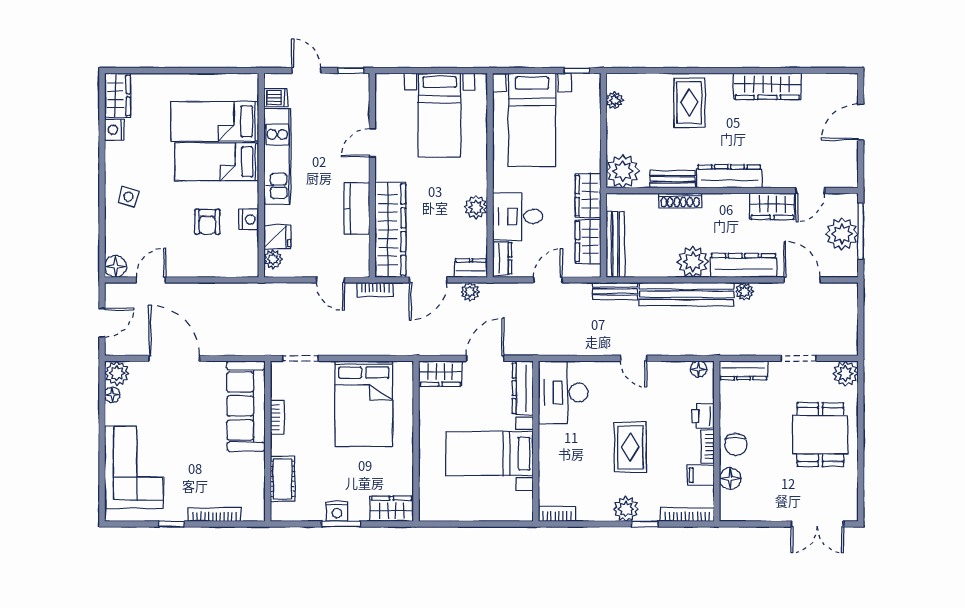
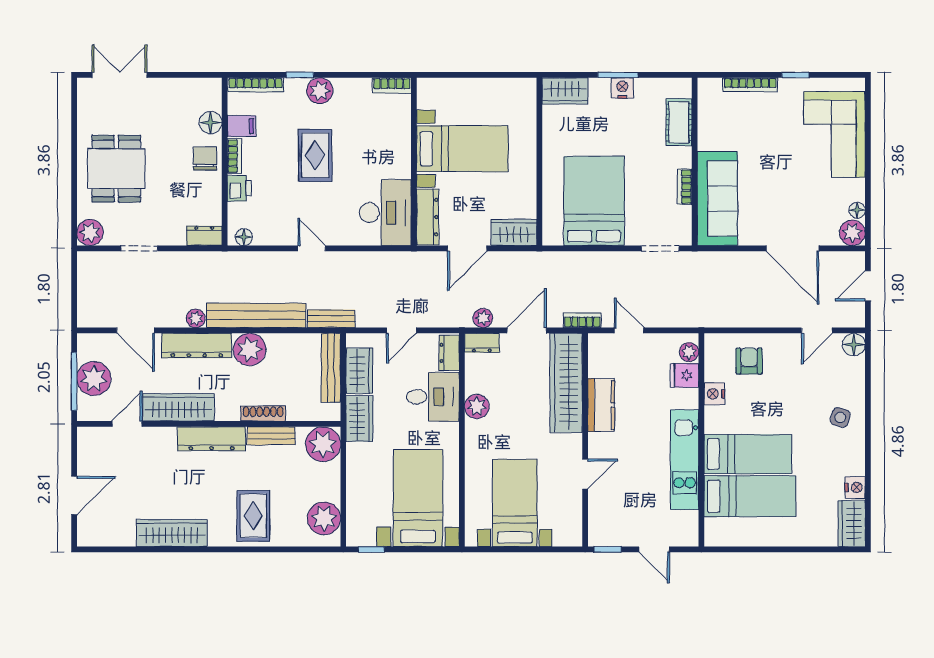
dishwasher: (276, 98) -> (686, 521), removed
plant: (614, 100) -> (324, 518), width x1.87, depth x1.87
wardrobe: (772, 206) -> (178, 407), width x1.50
armchair: (207, 222) -> (749, 361), moved
dresser: (744, 370) -> (204, 236), width x0.70

